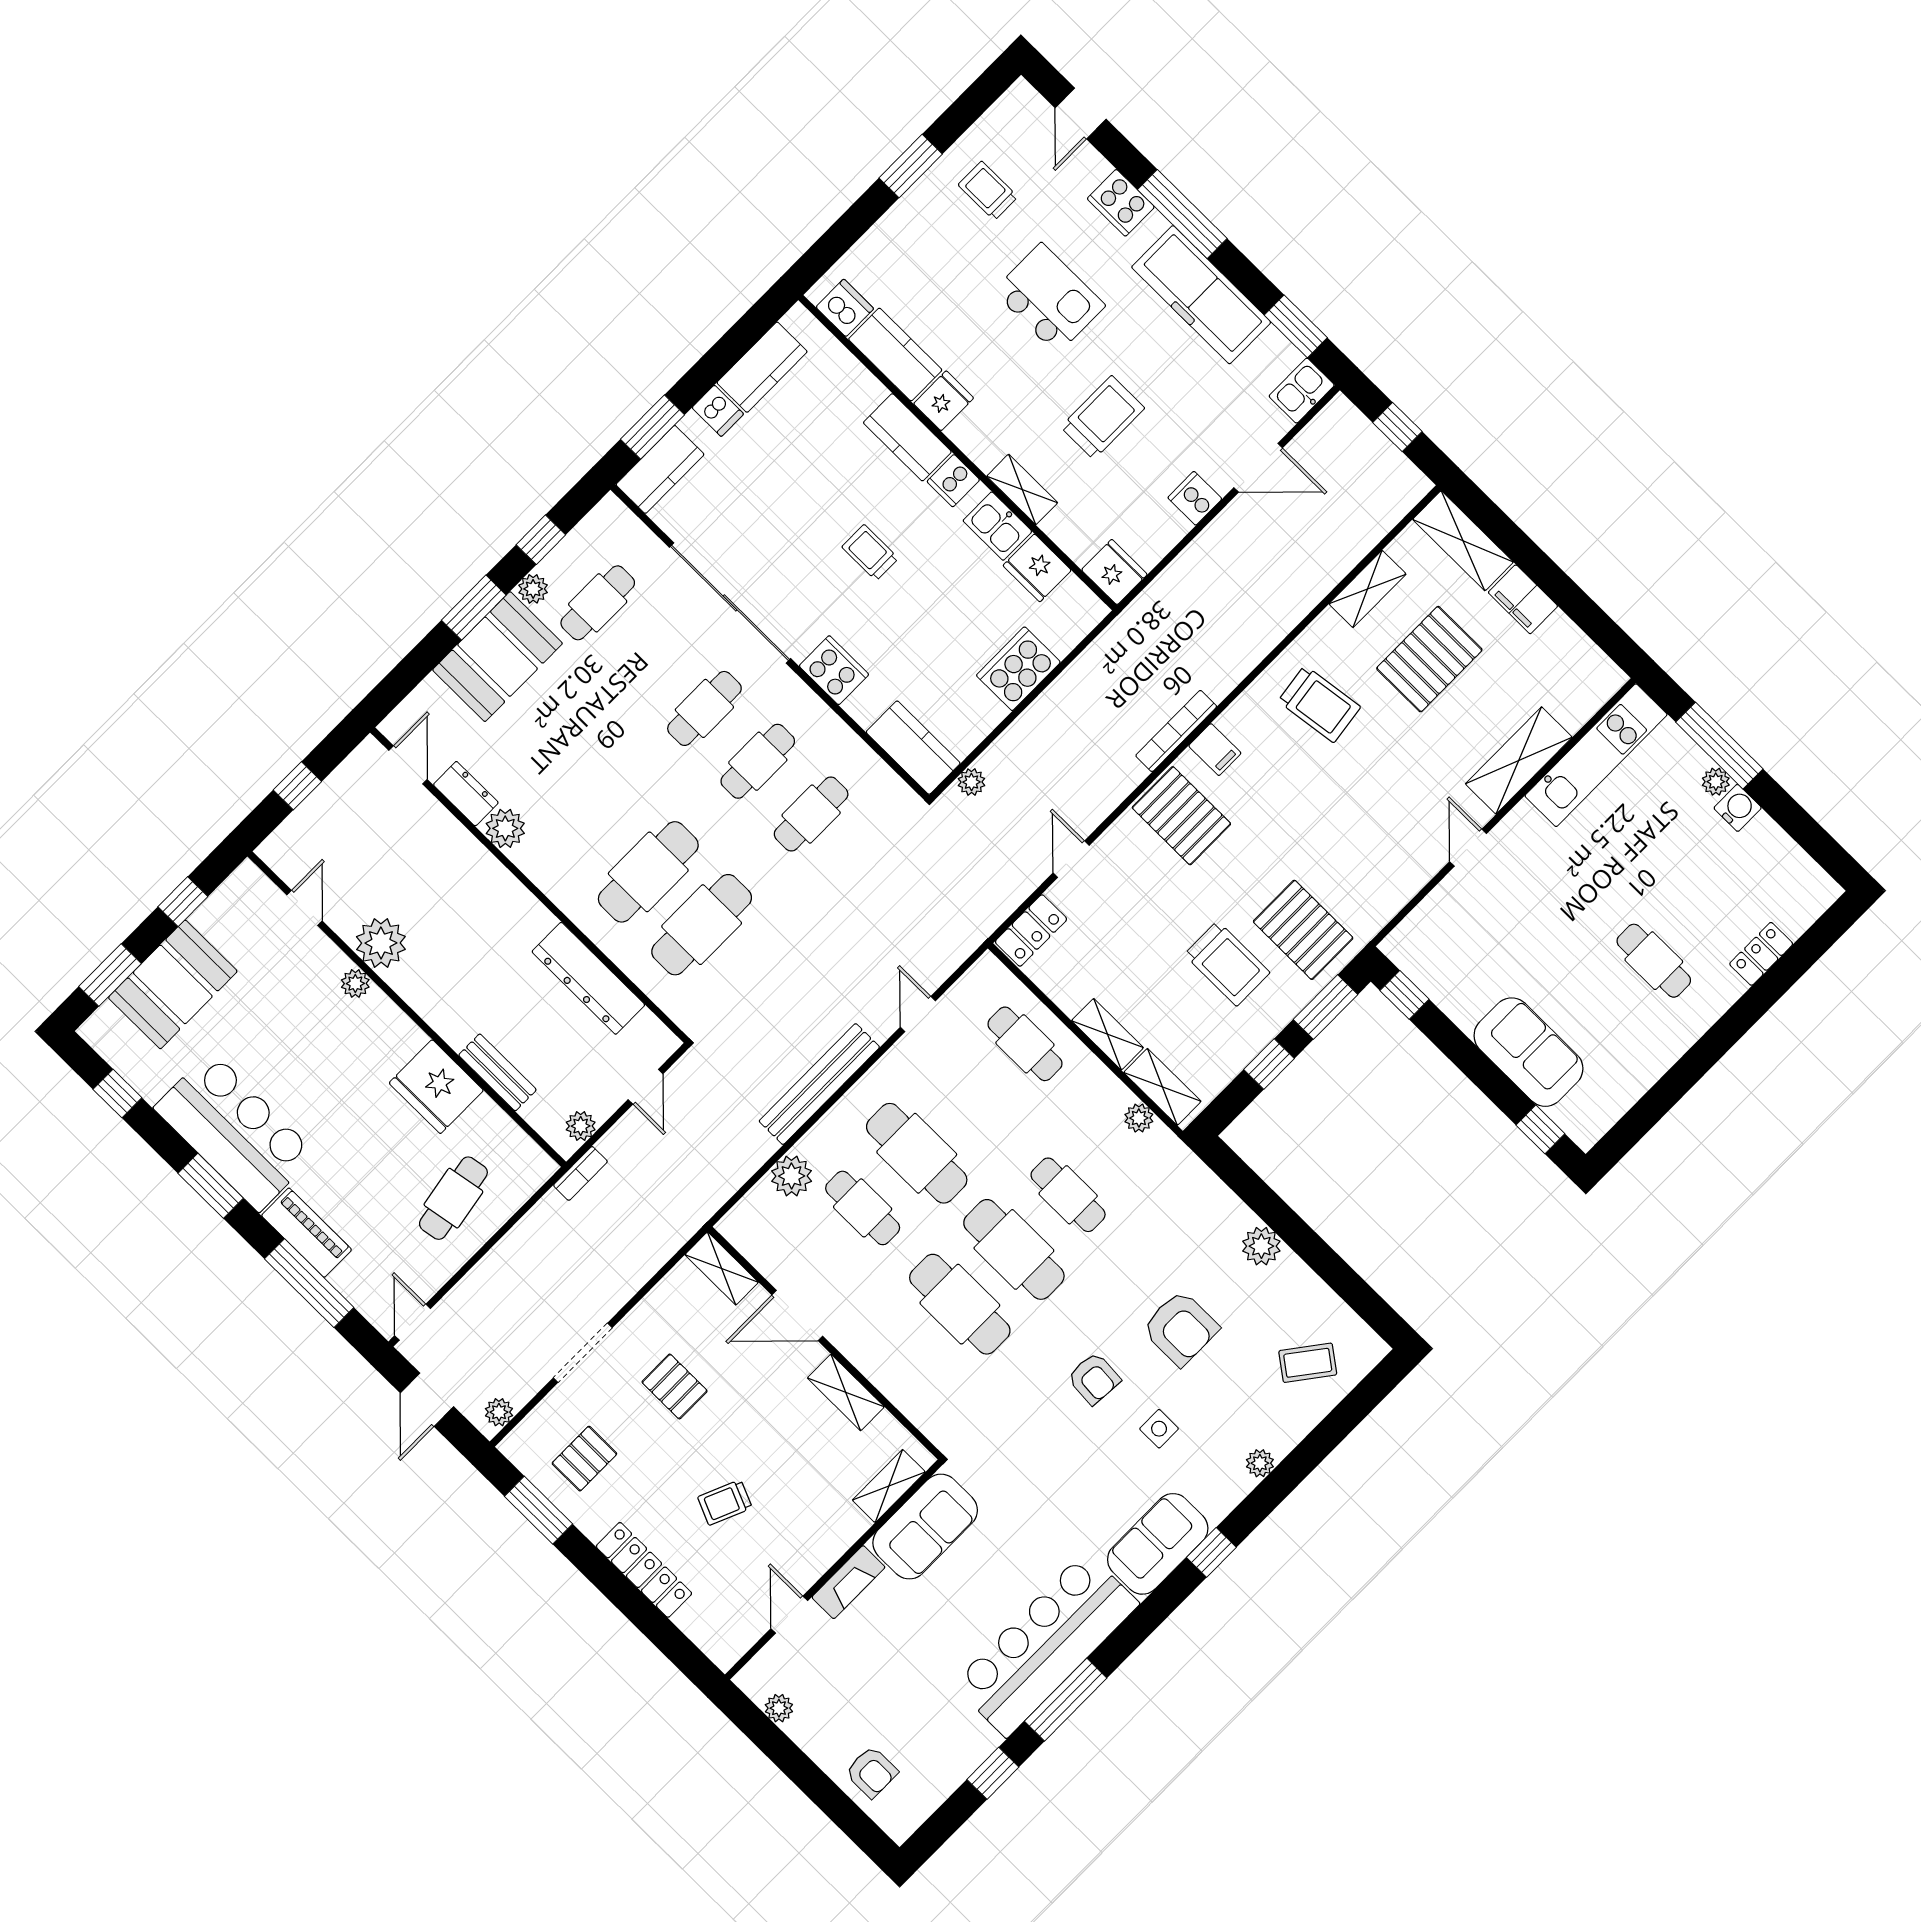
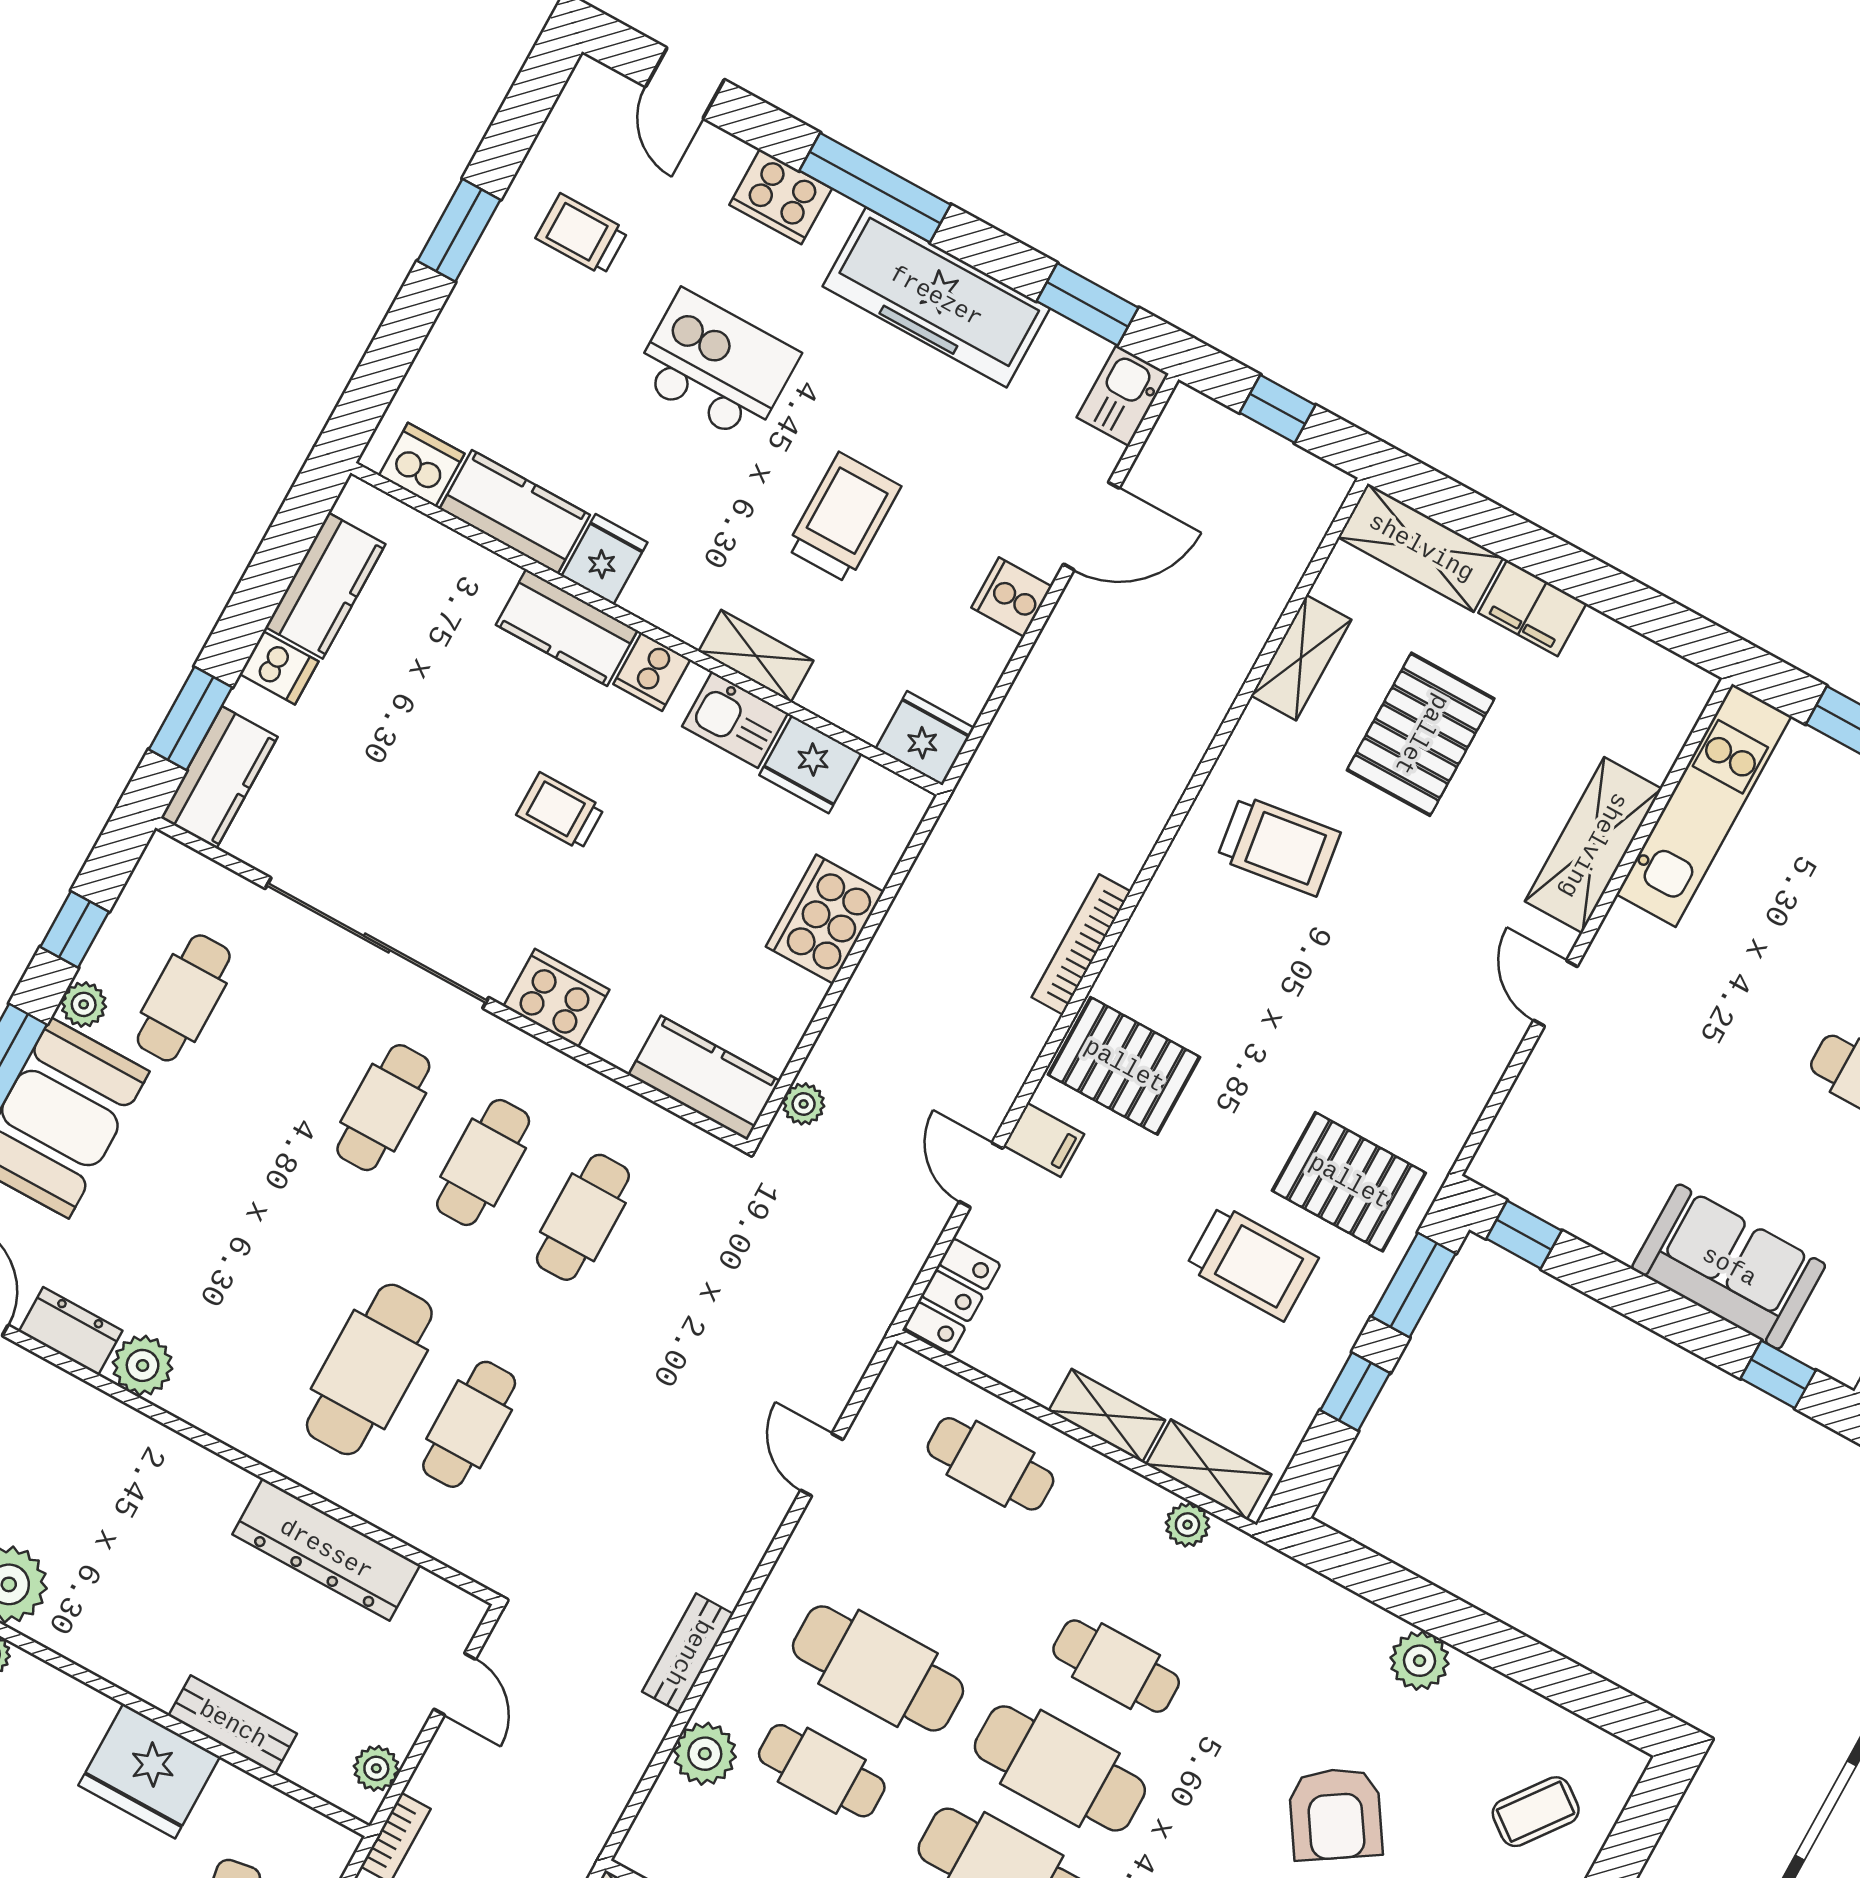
filing cabinet: (1215, 750) -> (1044, 1140), moved
cafe table: (702, 925) -> (469, 1424), width x0.73, depth x0.74
bench: (819, 1084) -> (688, 1653), width x0.54, depth x0.82
armchair: (1180, 1328) -> (1336, 1814), turned 57

